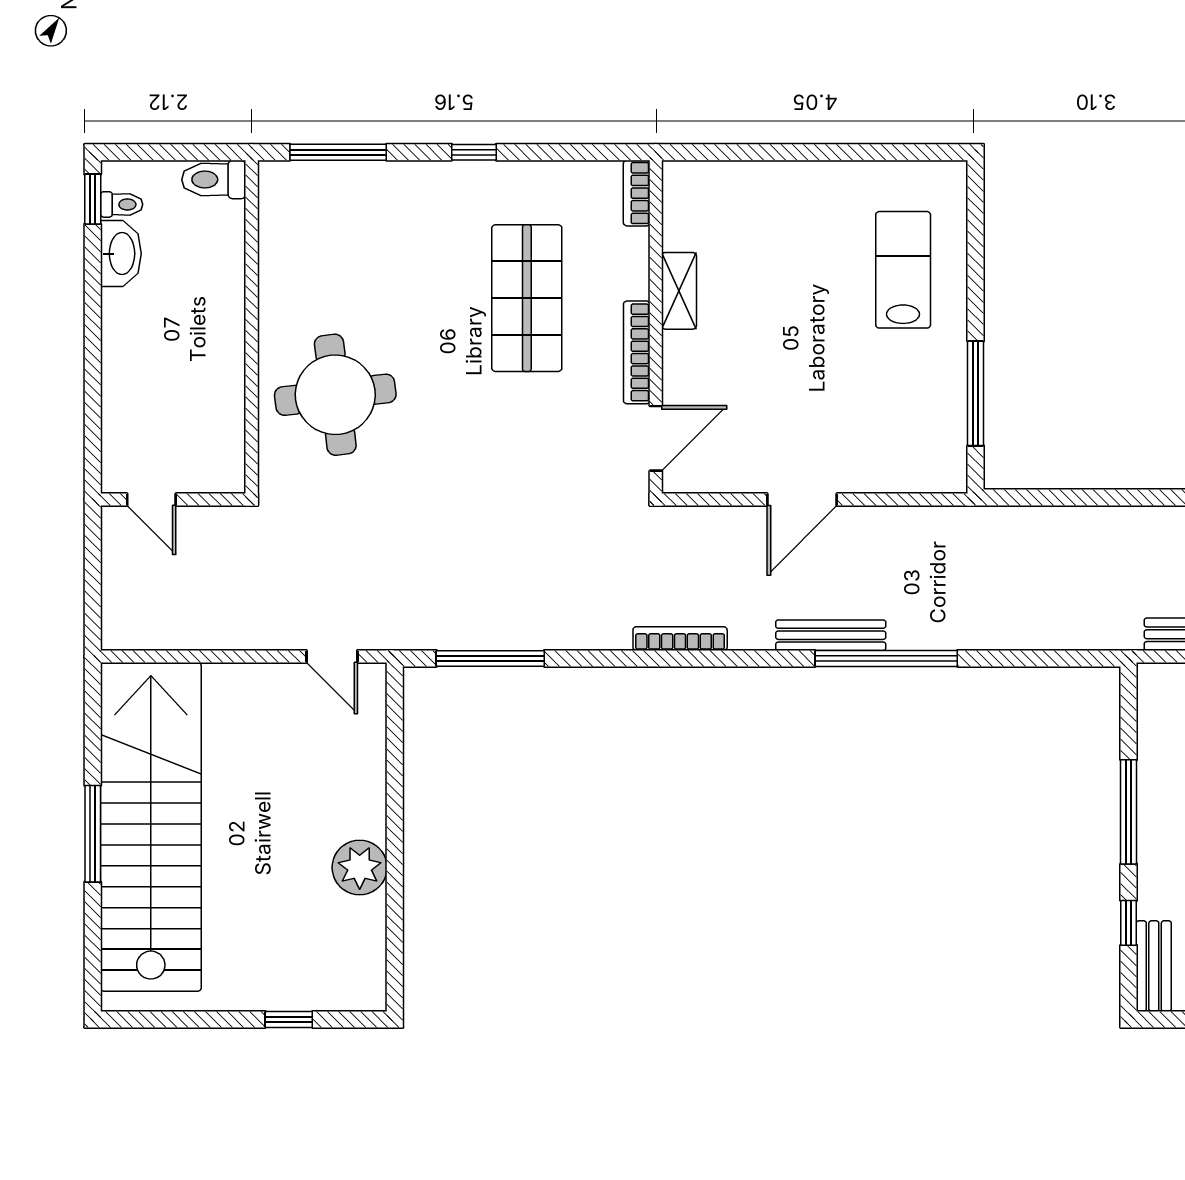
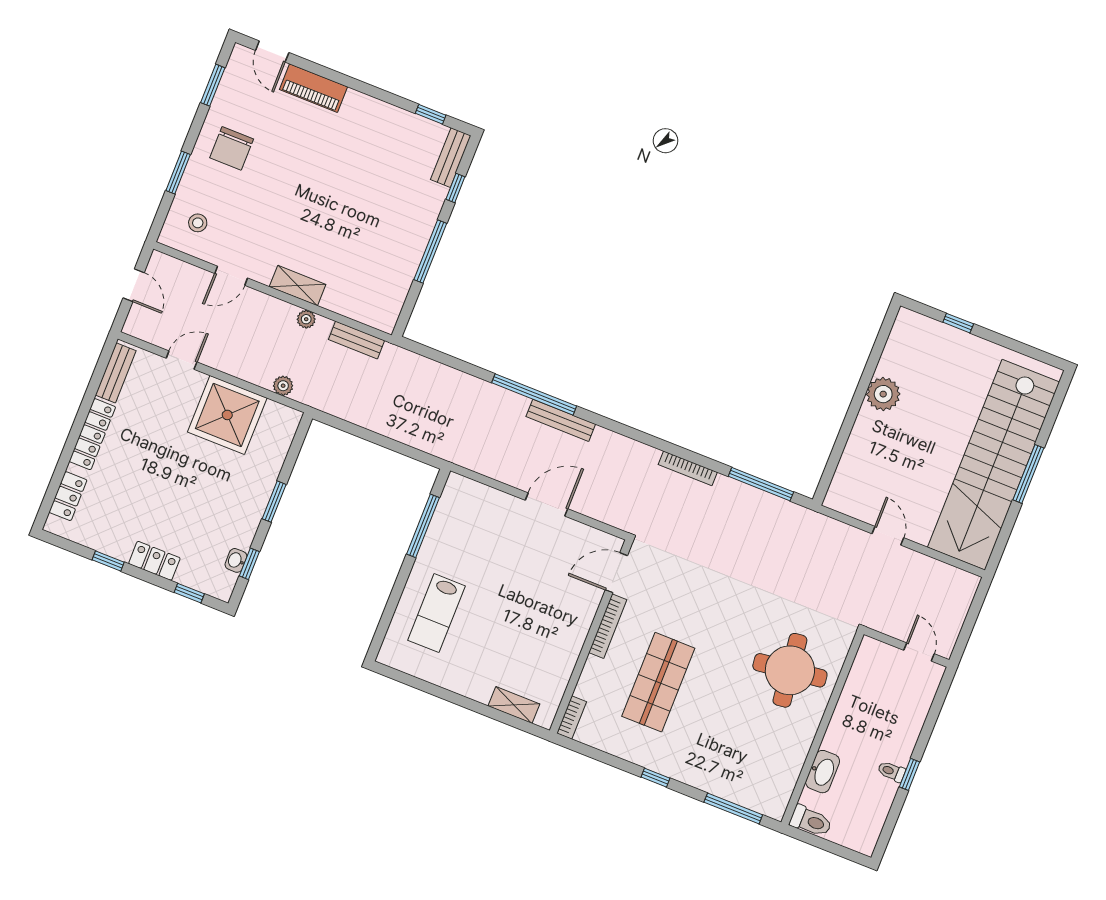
window: (93, 199) -> (909, 774), moved
toilet: (122, 204) -> (891, 771), moved
washbasin: (121, 254) -> (823, 772), moved, turned 180
shelving: (679, 291) -> (514, 705), moved, turned 90
bookcase: (680, 639) -> (688, 468), moved
door: (332, 656) -> (888, 536), moved

